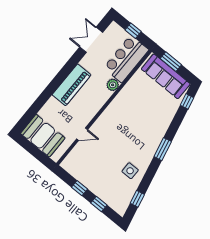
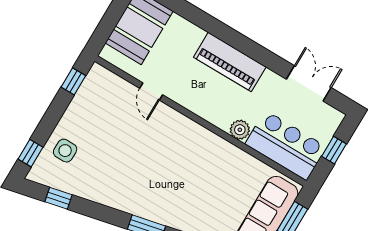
side table: (130, 171) -> (65, 151), moved
window: (80, 188) -> (73, 81), moved
window: (99, 204) -> (31, 153), moved

